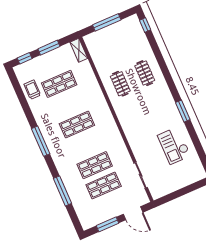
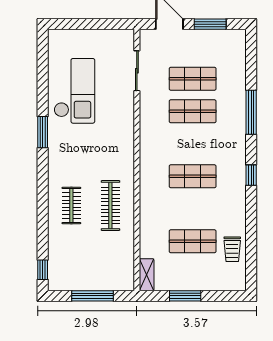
window: (25, 58) -> (224, 296), removed
clothes rail: (120, 84) -> (110, 206), width x1.36
window: (41, 141) -> (251, 175), width x0.46
checkout: (174, 146) -> (74, 91), width x1.36, depth x1.21
window: (63, 191) -> (251, 112), moved

